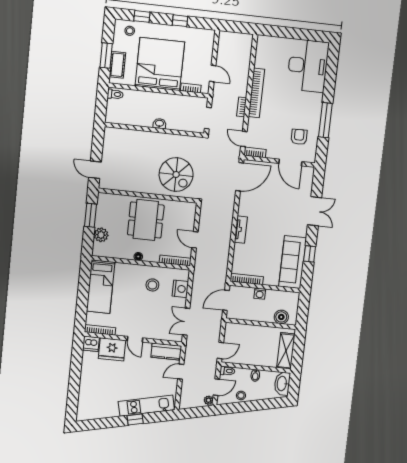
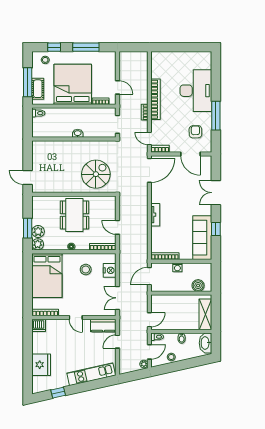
window: (180, 21) -> (86, 47), width x2.17
window: (106, 56) -> (28, 82), width x1.44
desk: (308, 66) -> (196, 91), moved
spiral stairs: (176, 175) -> (96, 174), turned -90
double door: (315, 211) -> (216, 193), swing flipped
window: (91, 215) -> (28, 228), moved
plant: (99, 250) -> (38, 244), added
bed: (101, 287) -> (47, 275), width x1.50
fridge: (112, 349) -> (41, 365), moved, turned -90
window: (135, 419) -> (58, 393), moved

